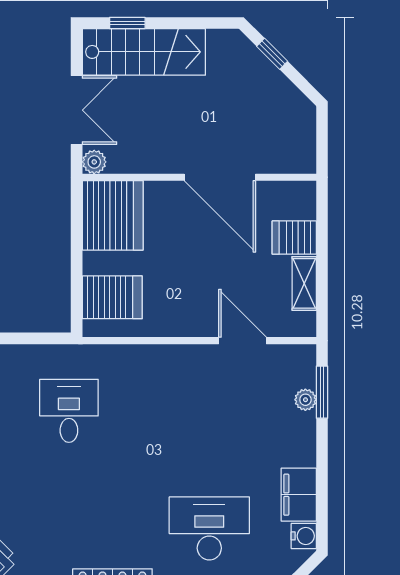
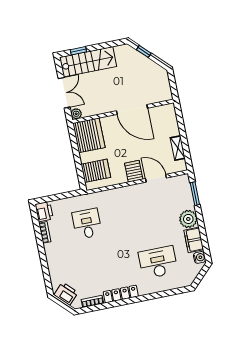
server rack: (294, 238) -> (134, 171), moved, turned 90
plant: (305, 400) -> (188, 219), moved, width x1.87, depth x1.87

